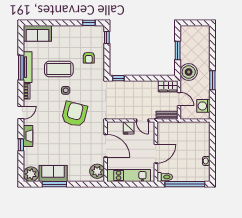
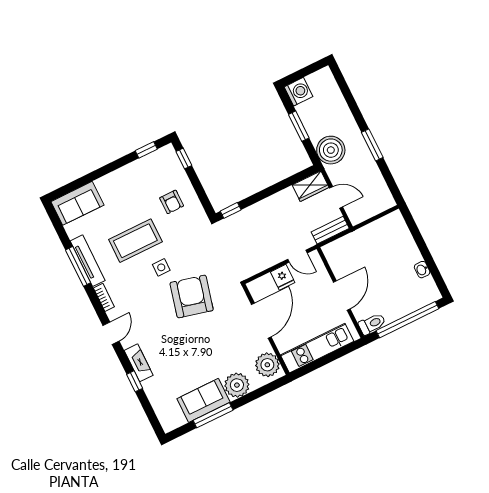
washing machine: (203, 106) -> (298, 92), moved, turned 180
door: (106, 146) -> (261, 321), hinge flipped
plant: (31, 174) -> (237, 385), moved

